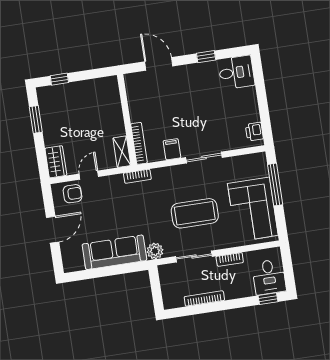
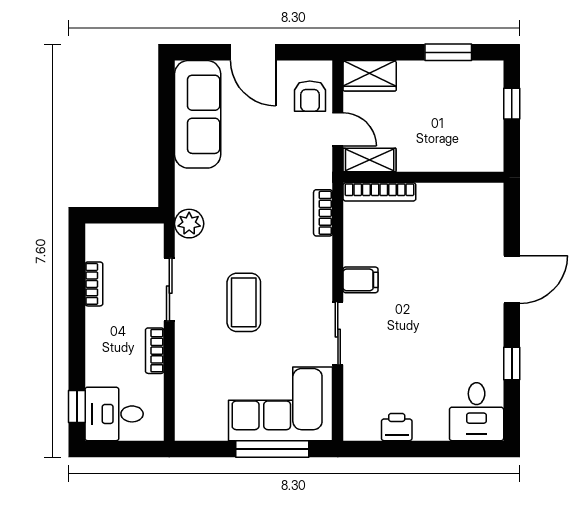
wall: (127, 120) -> (423, 177), moved
printer: (254, 132) -> (397, 427), moved
bookcase: (139, 143) -> (379, 192), moved
shelving: (122, 152) -> (370, 160), moved
corner sofa: (253, 209) -> (281, 404), moved
coffee table: (195, 213) -> (244, 302), width x0.73, depth x0.76
sofa: (114, 252) -> (198, 114), moved
bookcase: (204, 298) -> (94, 284), width x0.64

